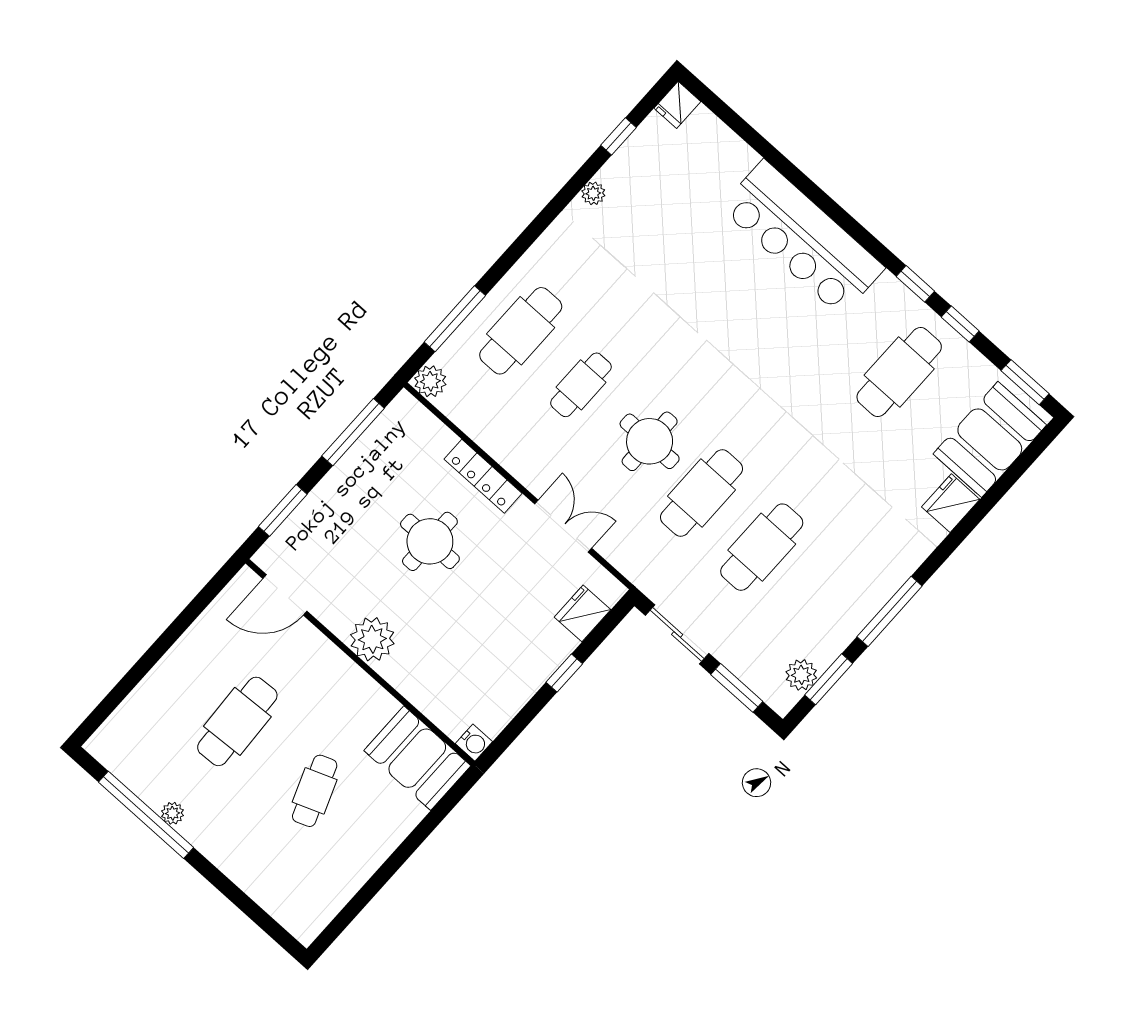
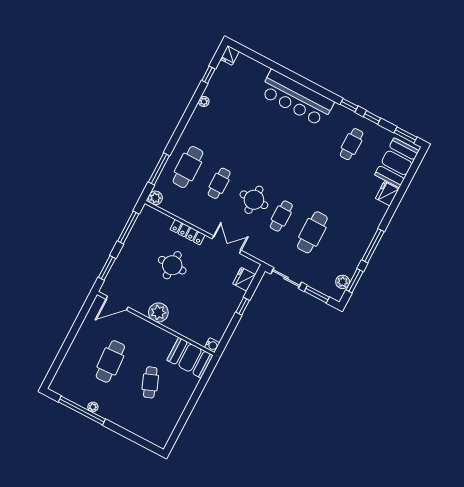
cafe table: (899, 372) -> (352, 144), width x0.73, depth x0.74
cafe table: (702, 493) -> (281, 216), width x0.73, depth x0.74

